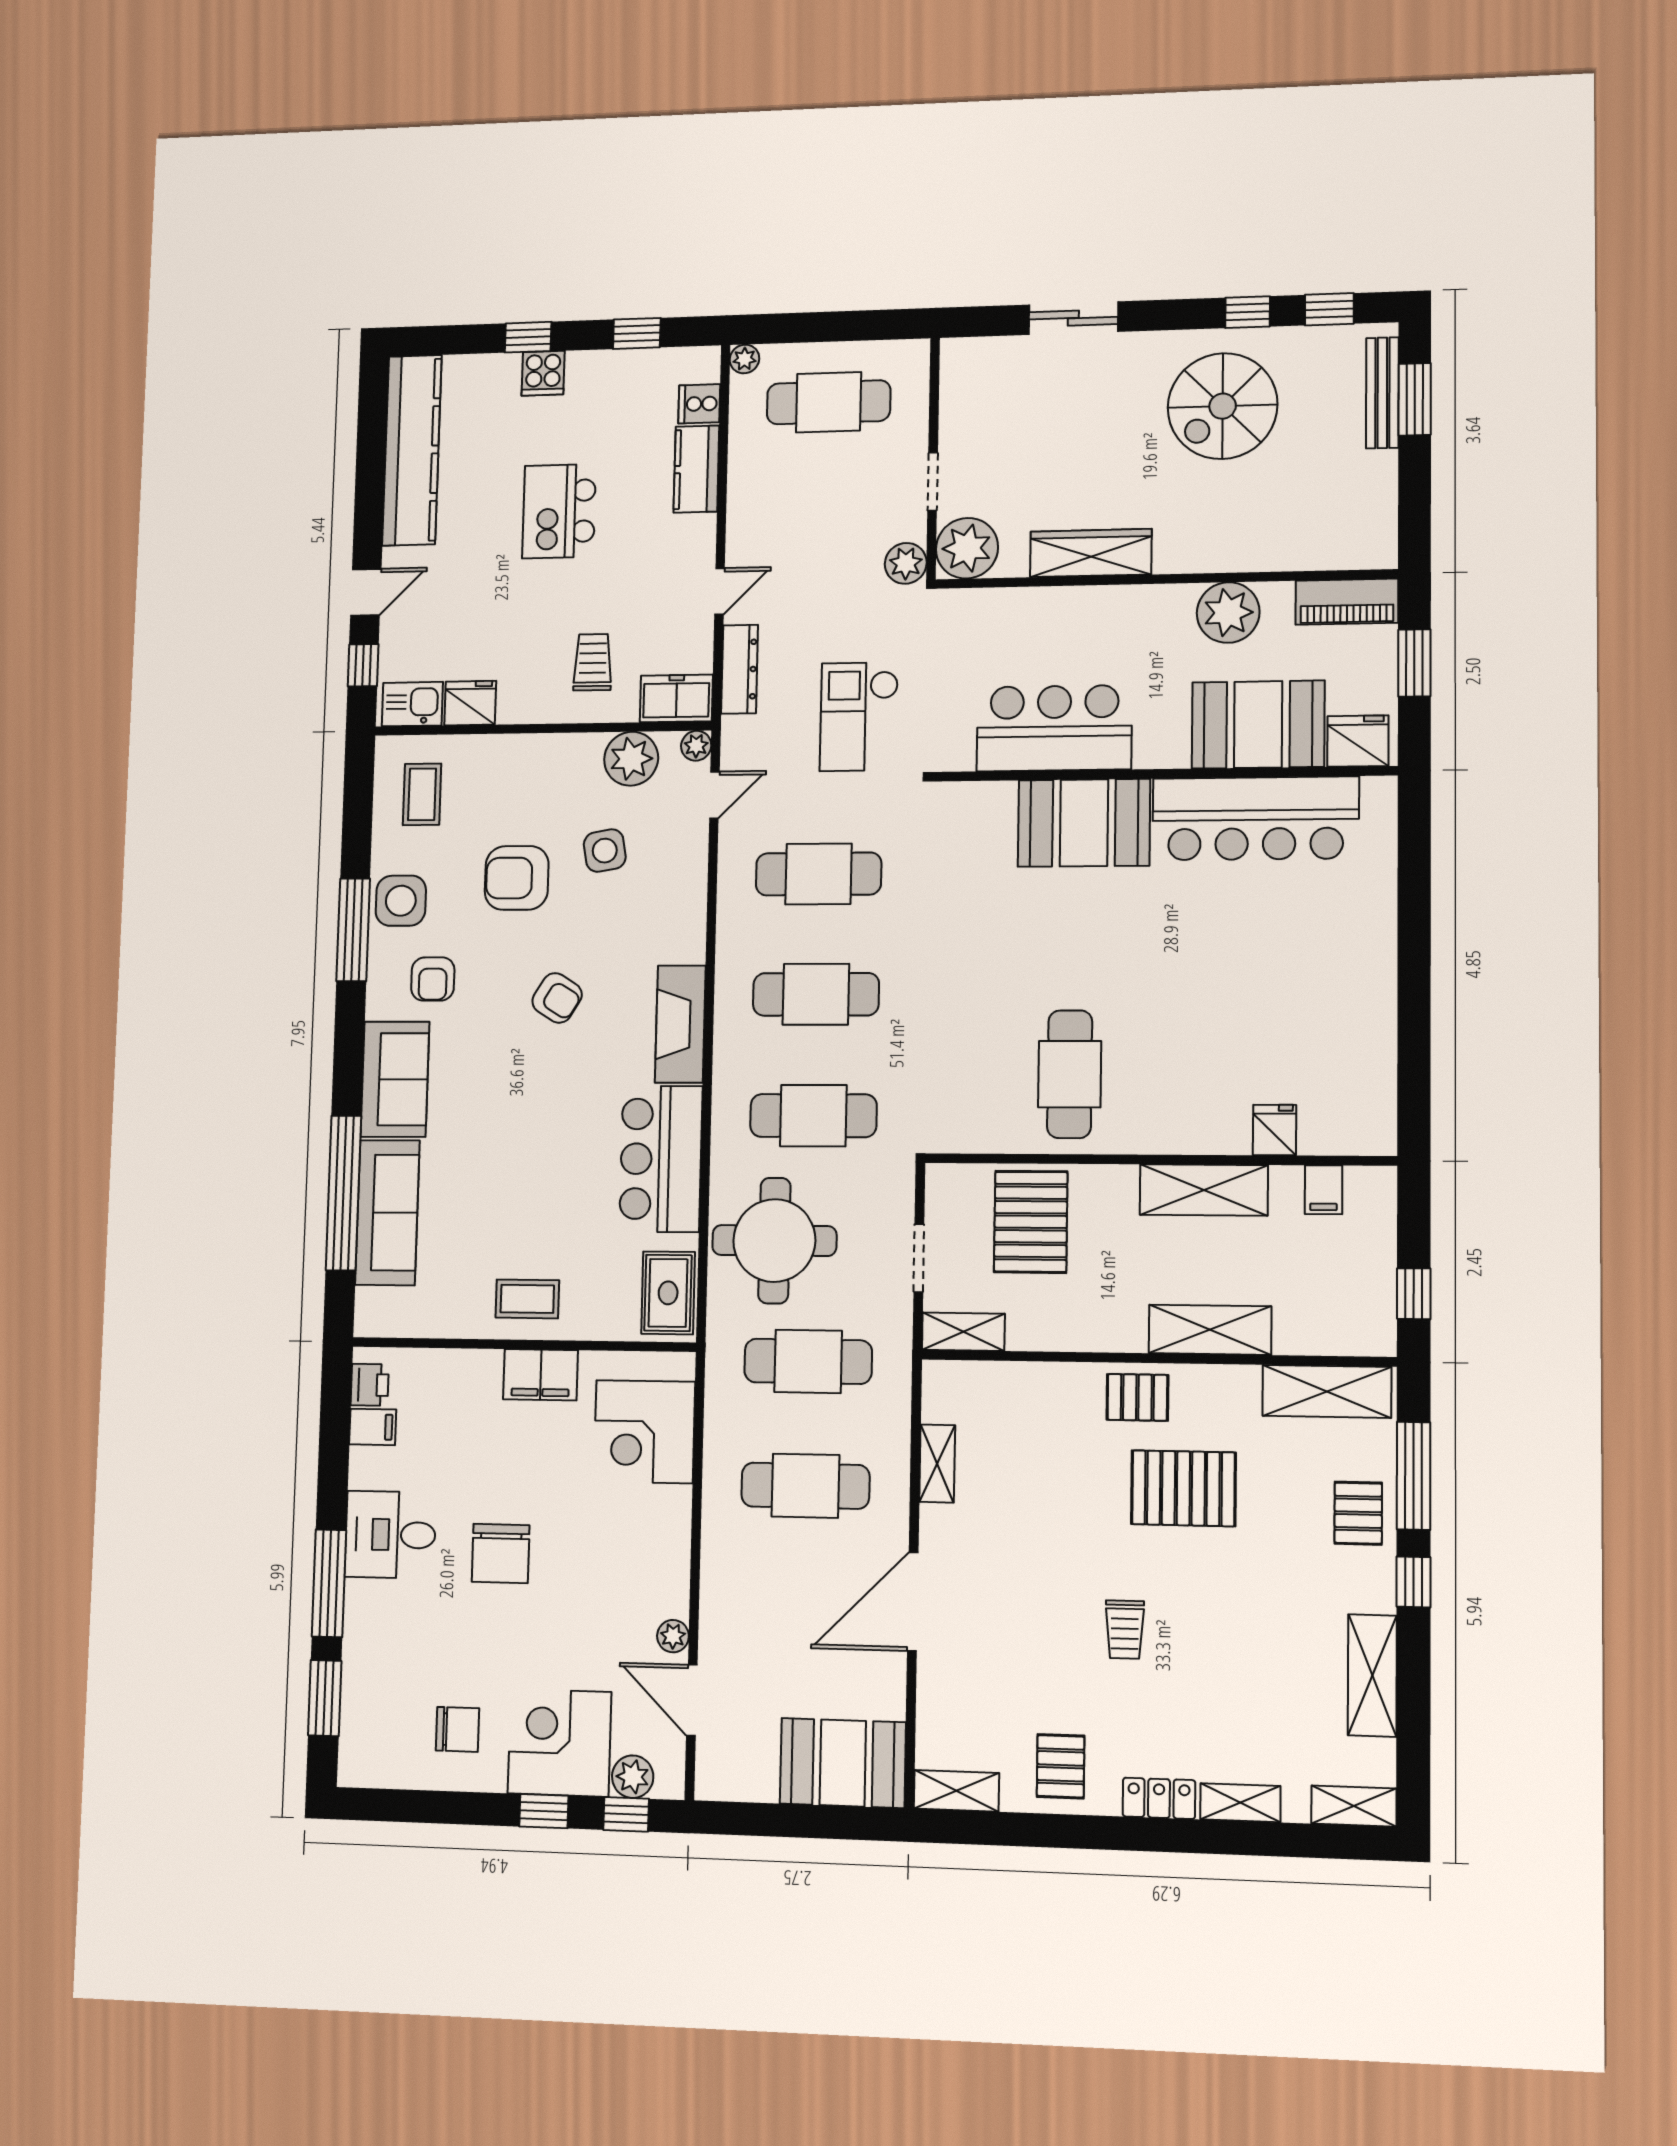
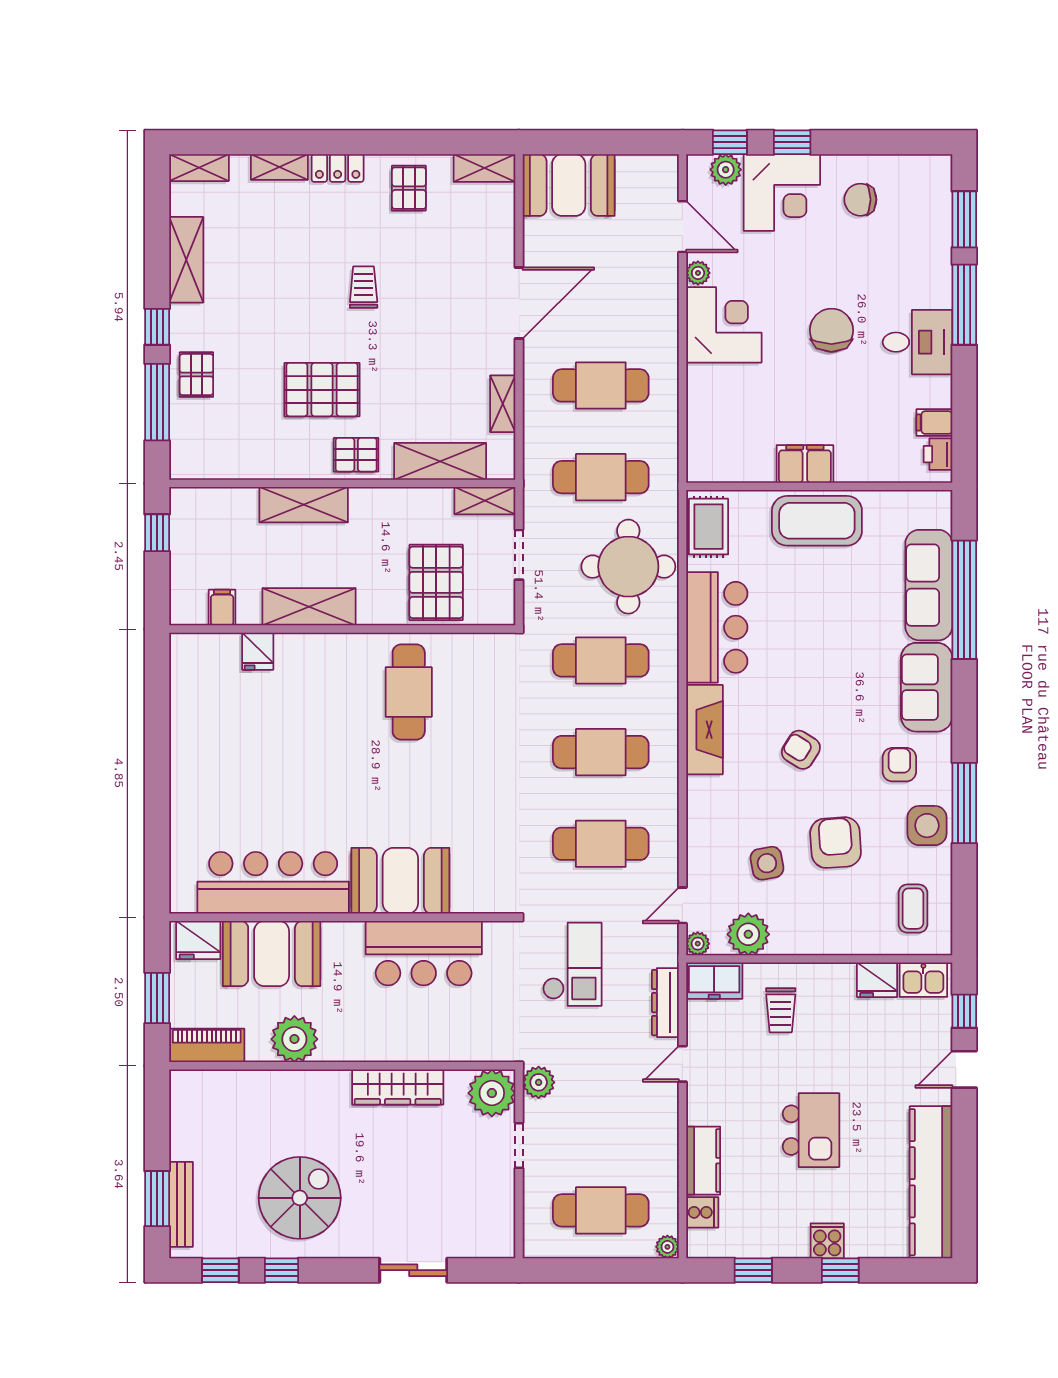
armchair: (517, 878) -> (836, 843), turned -94
coffee table: (527, 1299) -> (817, 521), width x1.86, depth x1.72
shelving: (1327, 1391) -> (440, 461), moved
corner desk: (644, 1432) -> (724, 325), moved

